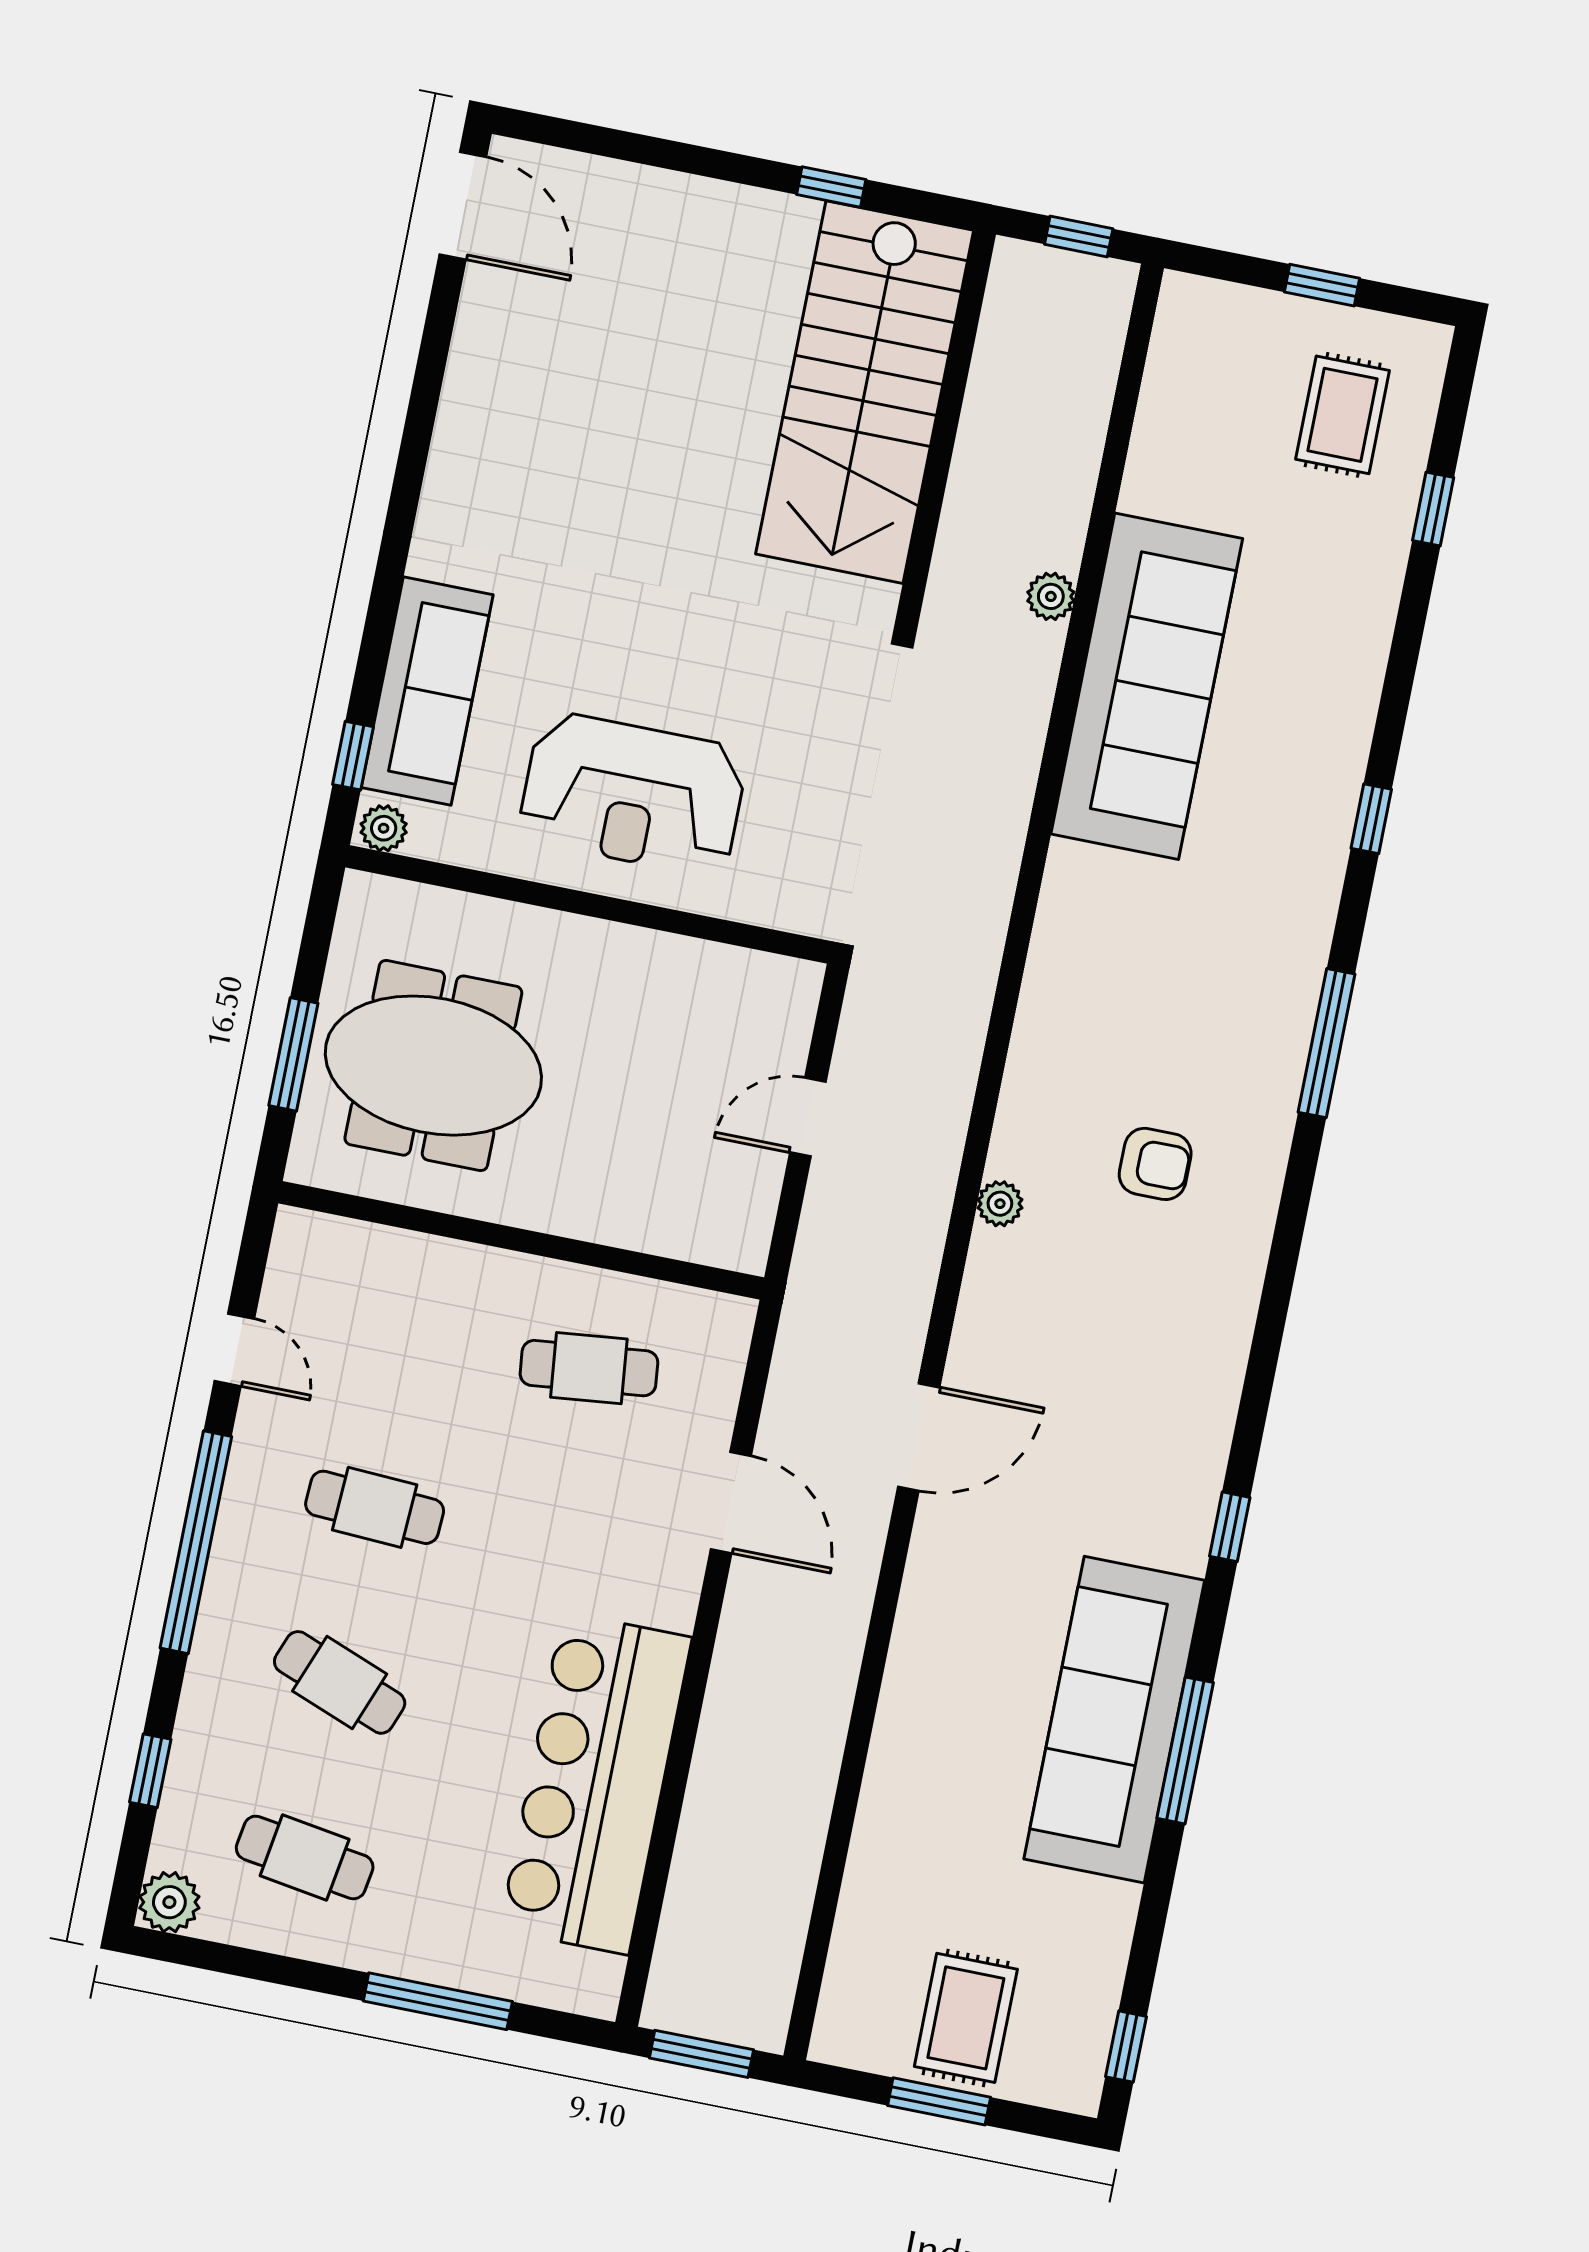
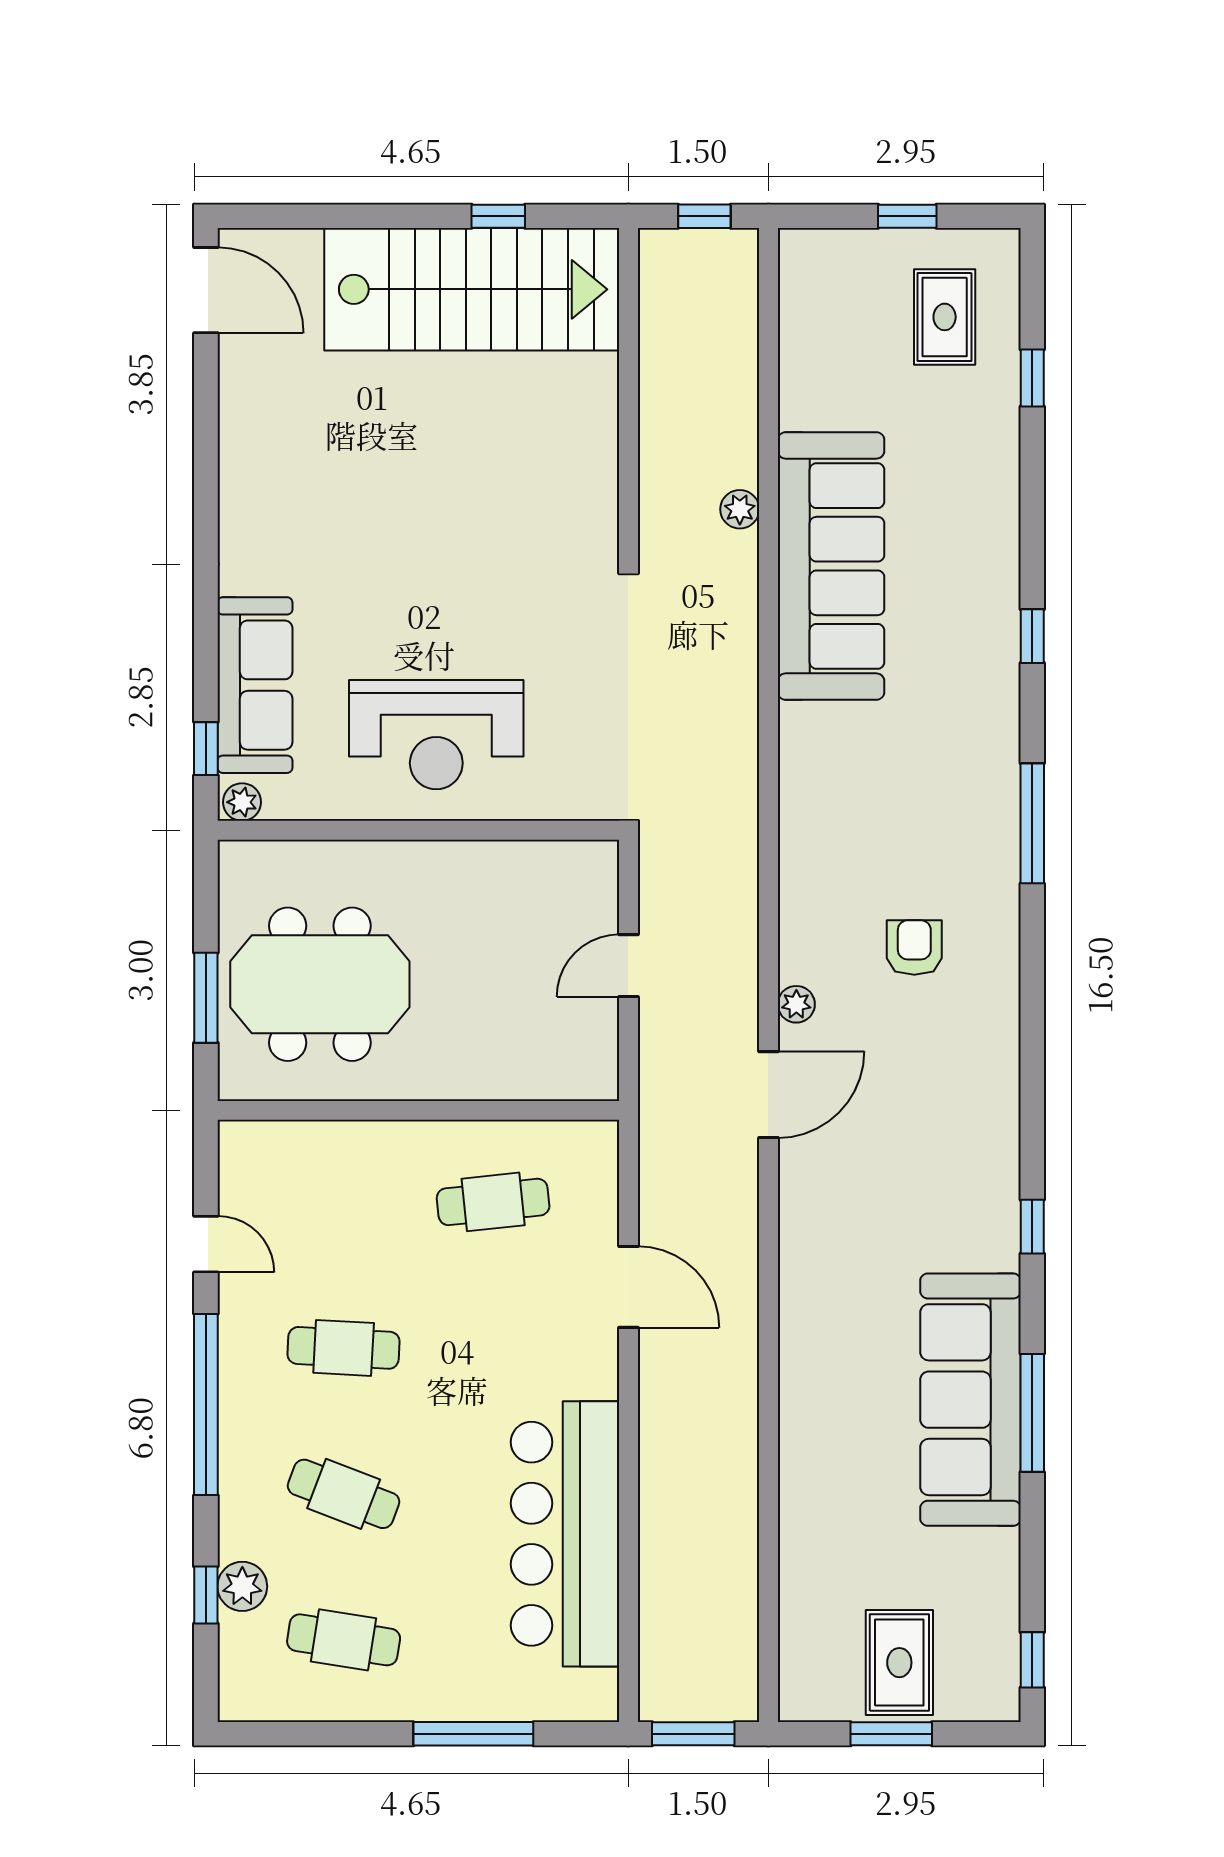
stairs: (865, 392) -> (472, 289), moved, turned -90
armchair: (1155, 1164) -> (914, 948), turned -90
door: (919, 1437) -> (768, 1095), moved
plant: (169, 1902) -> (242, 1586), moved

